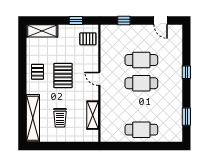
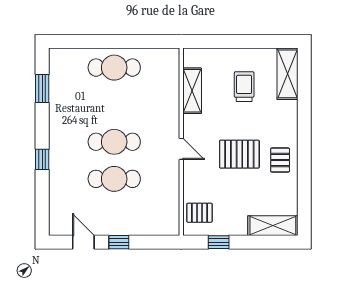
window: (124, 20) -> (119, 242), moved
pallet: (63, 76) -> (239, 154), turned 90
shelving: (33, 118) -> (287, 74), width x0.68

